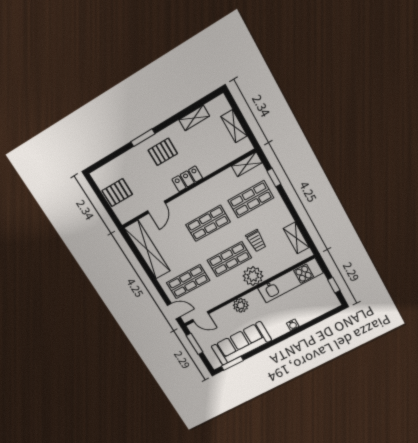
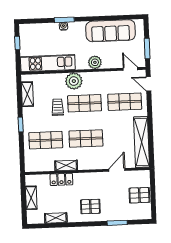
window: (143, 138) -> (117, 223), moved
shelving: (247, 164) -> (66, 165), moved
window: (274, 178) -> (21, 124), moved
locker: (187, 179) -> (61, 179), moved
window: (232, 363) -> (64, 20), moved

